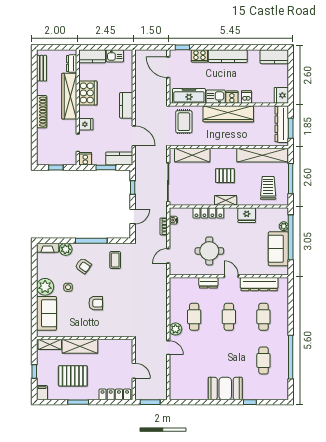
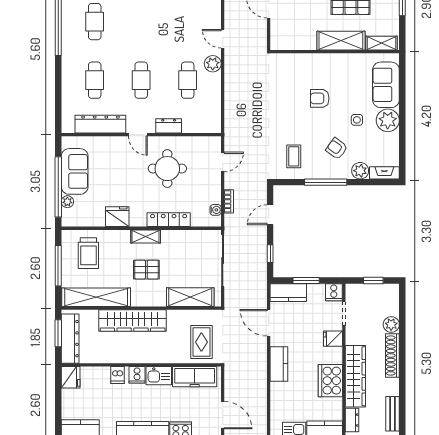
wardrobe: (228, 114) -> (133, 321), moved, turned 180
plant: (42, 135) -> (391, 324), added

